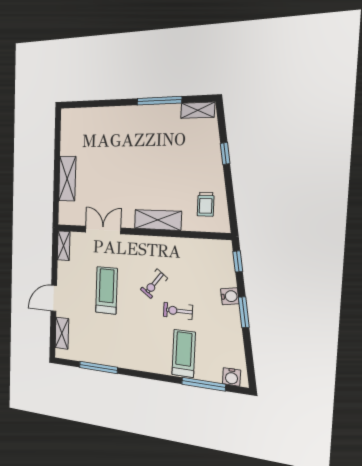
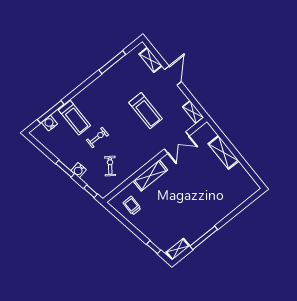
window: (225, 153) -> (154, 247), moved
exercise bike: (154, 284) -> (110, 166), moved
water cooler: (232, 377) -> (50, 123), moved

